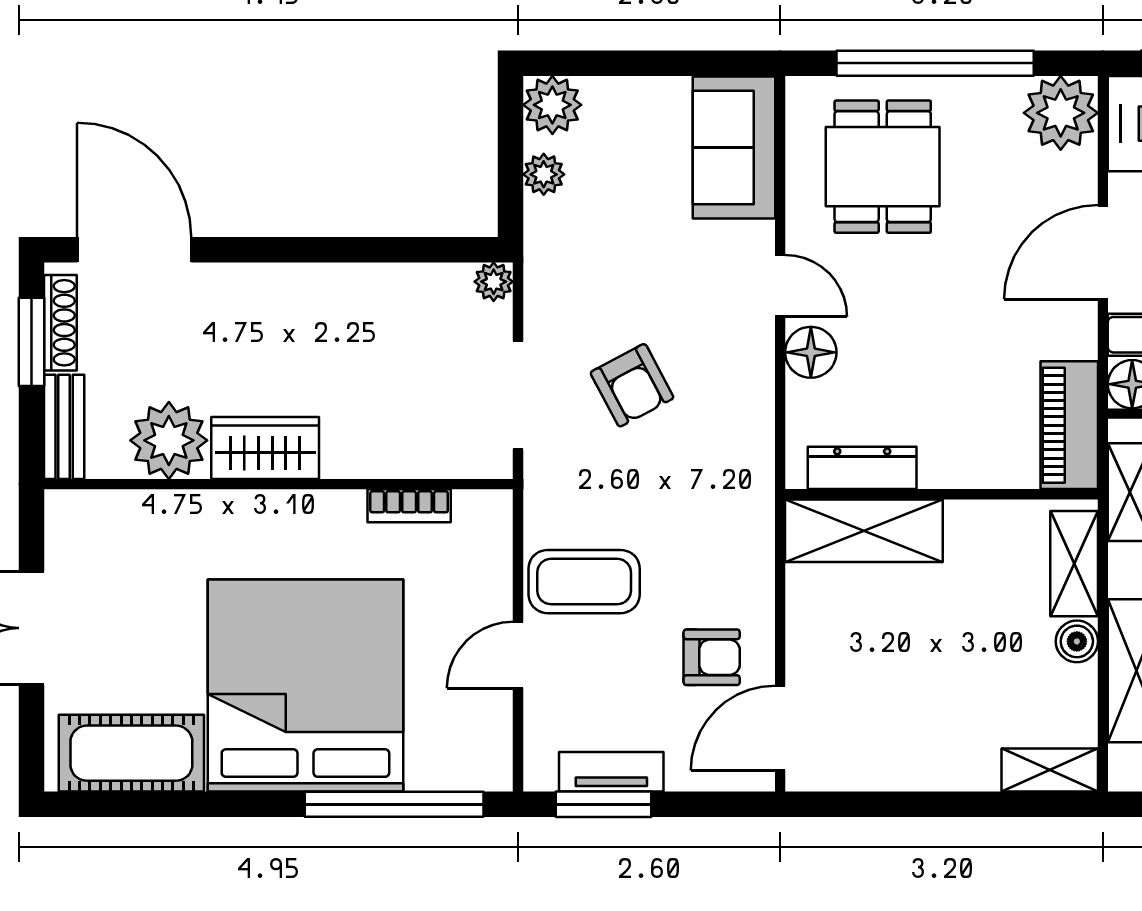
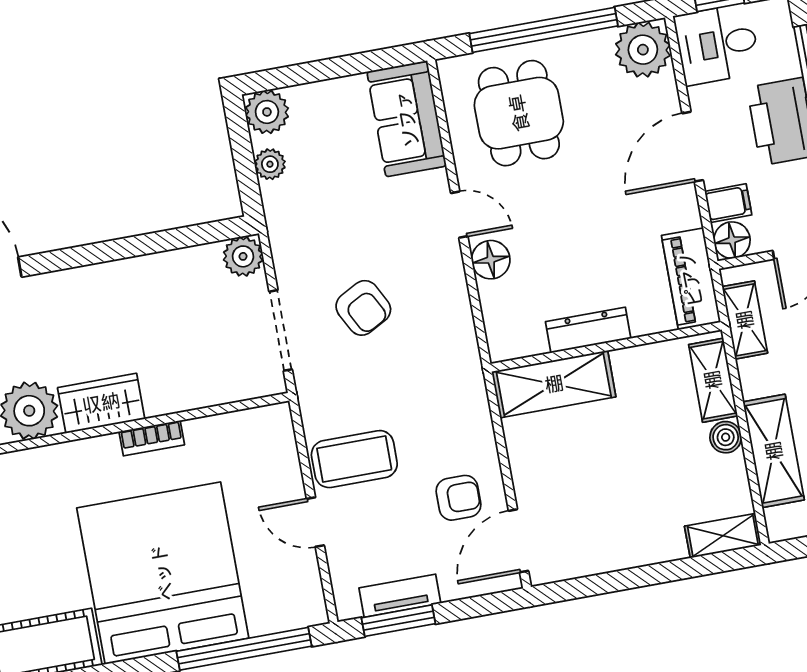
plant: (494, 282) -> (243, 256), width x1.38, depth x1.38
dresser: (862, 468) -> (588, 330), moved
bookcase: (409, 506) -> (152, 438), moved
door: (518, 655) -> (315, 522), hinge flipped

